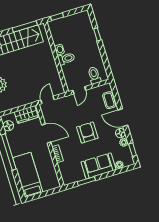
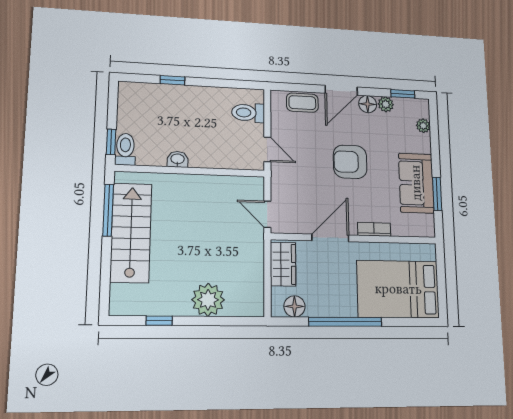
toilet: (66, 59) -> (125, 149), moved
sofa: (98, 166) -> (416, 183), moved
bed: (28, 175) -> (398, 289), width x1.50

